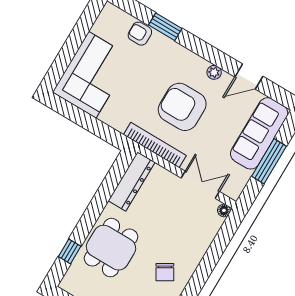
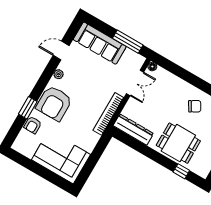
door: (249, 77) -> (61, 51), swing flipped
armchair: (182, 107) -> (54, 103), moved
window: (269, 161) -> (128, 42), moved
double door: (200, 185) -> (135, 83), swing flipped

